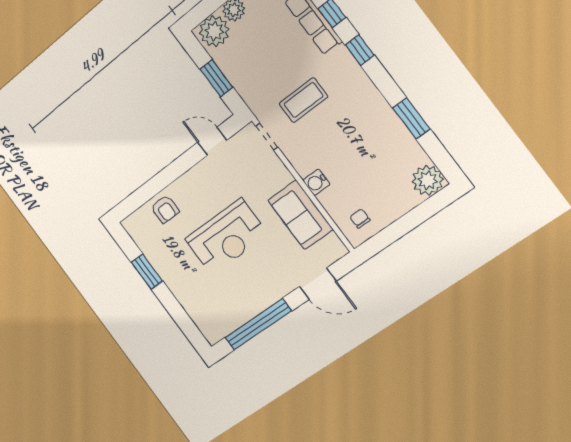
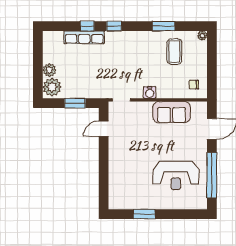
coffee table: (303, 100) -> (174, 51), moved
plant: (428, 180) -> (202, 36), width x0.53, depth x0.53
water cooler: (316, 182) -> (150, 92), moved
armchair: (165, 209) -> (119, 179), removed
reception desk: (226, 237) -> (176, 175), moved, turned 90

